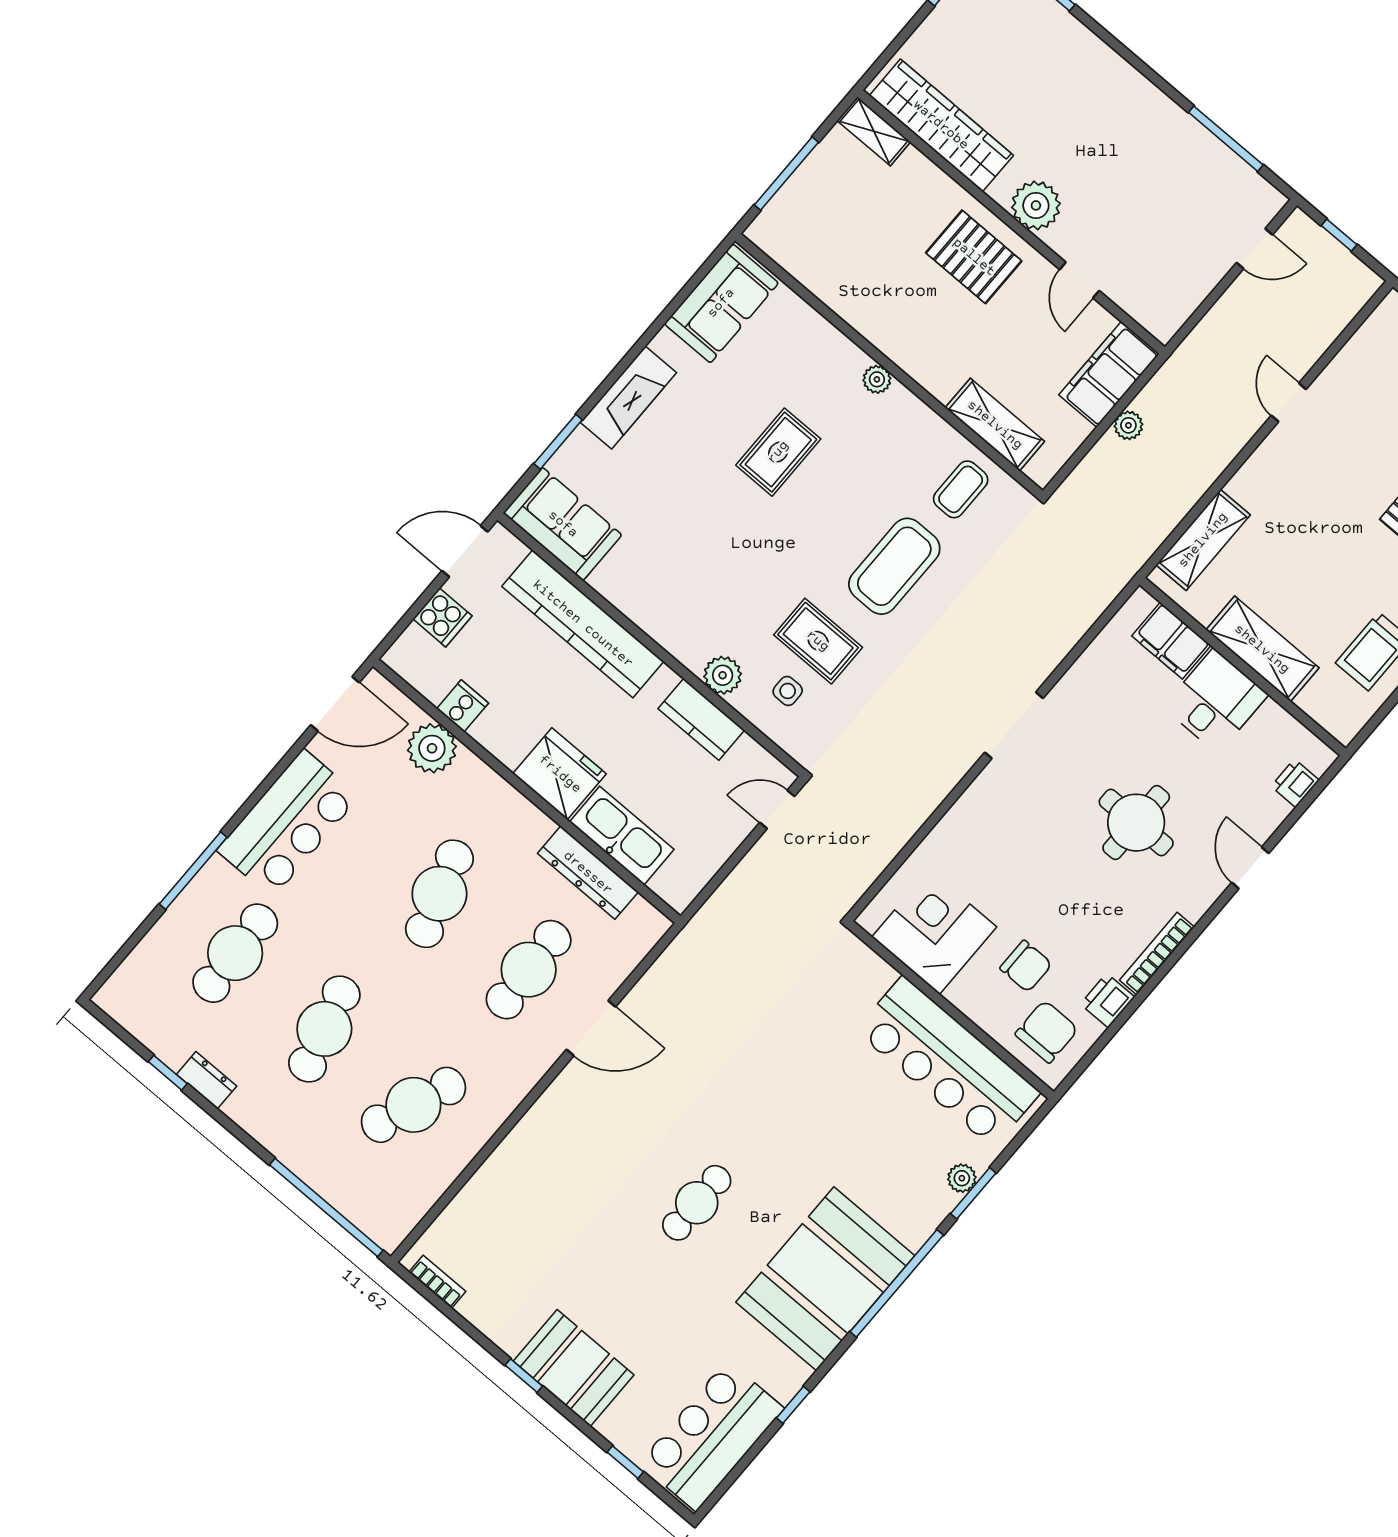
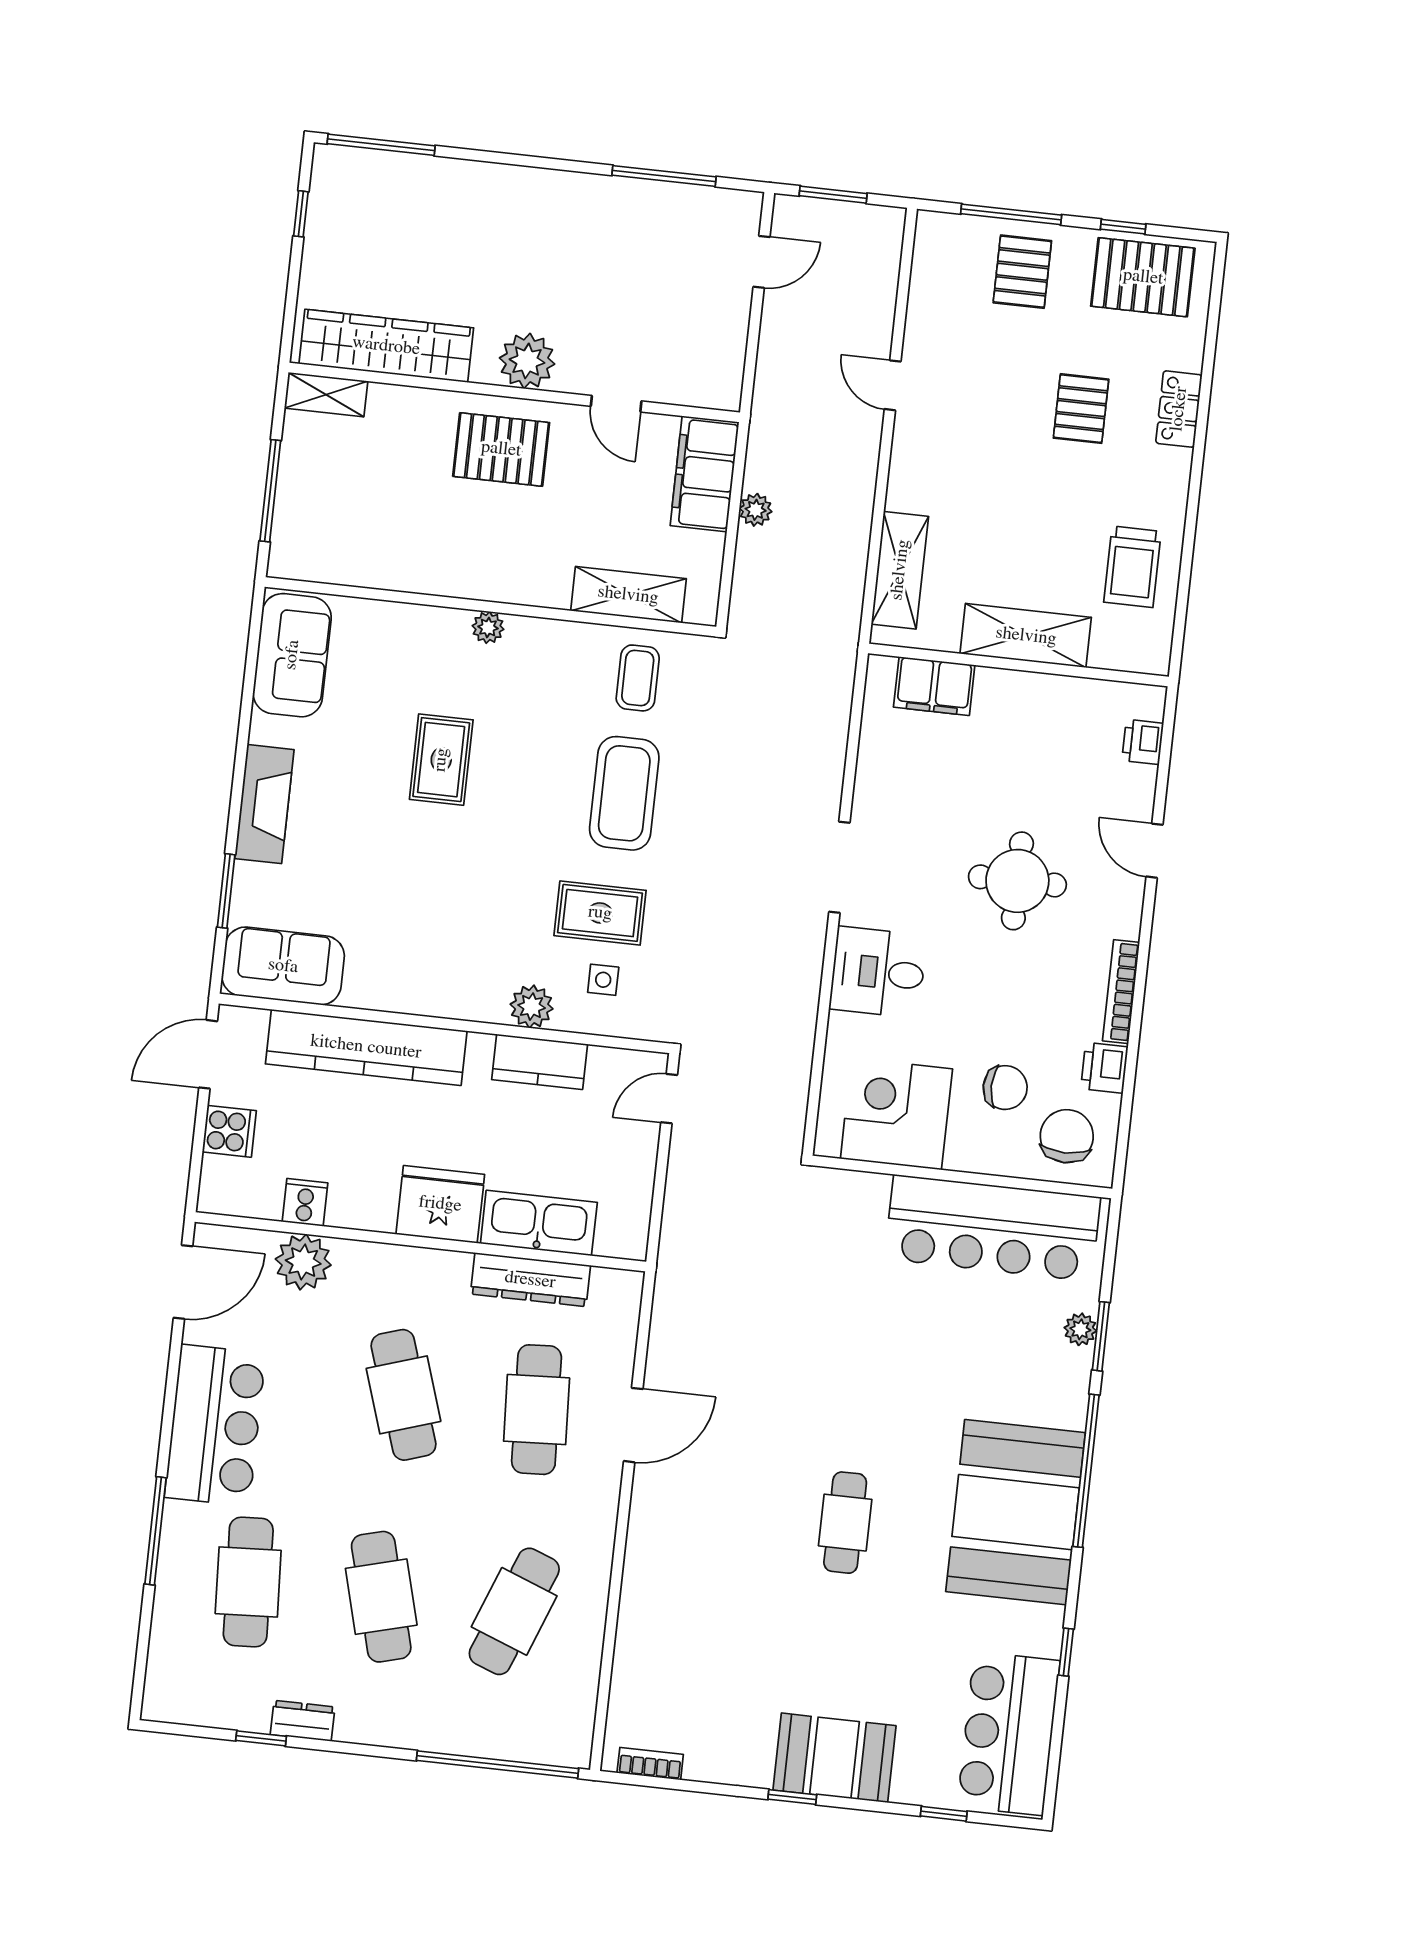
window: (1339, 235) -> (833, 195), width x1.50
desk: (1216, 701) -> (878, 972), moved, turned -90

